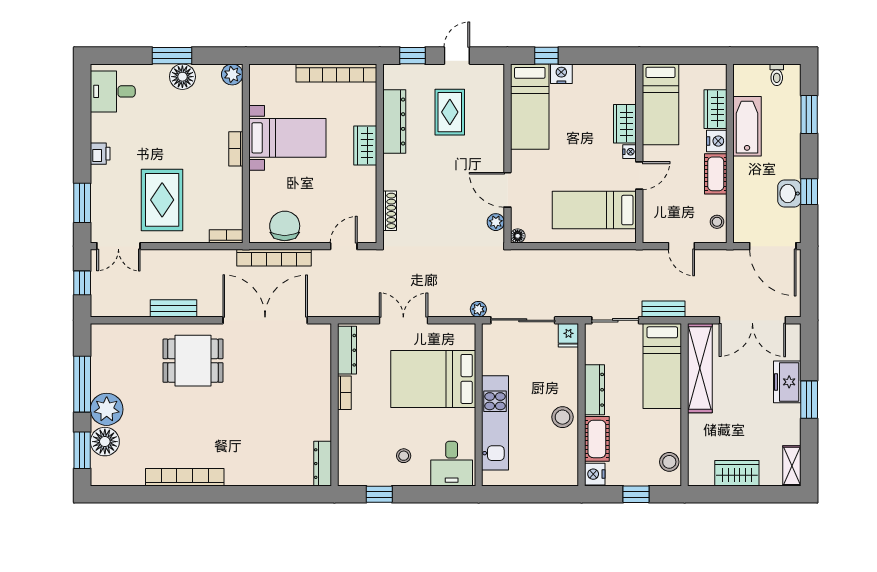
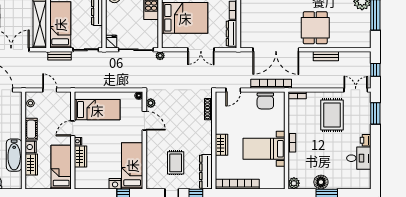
desk: (113, 91) -> (359, 158), moved
dresser: (394, 122) -> (206, 172), moved
dining table: (193, 361) -> (315, 28), turned 90

